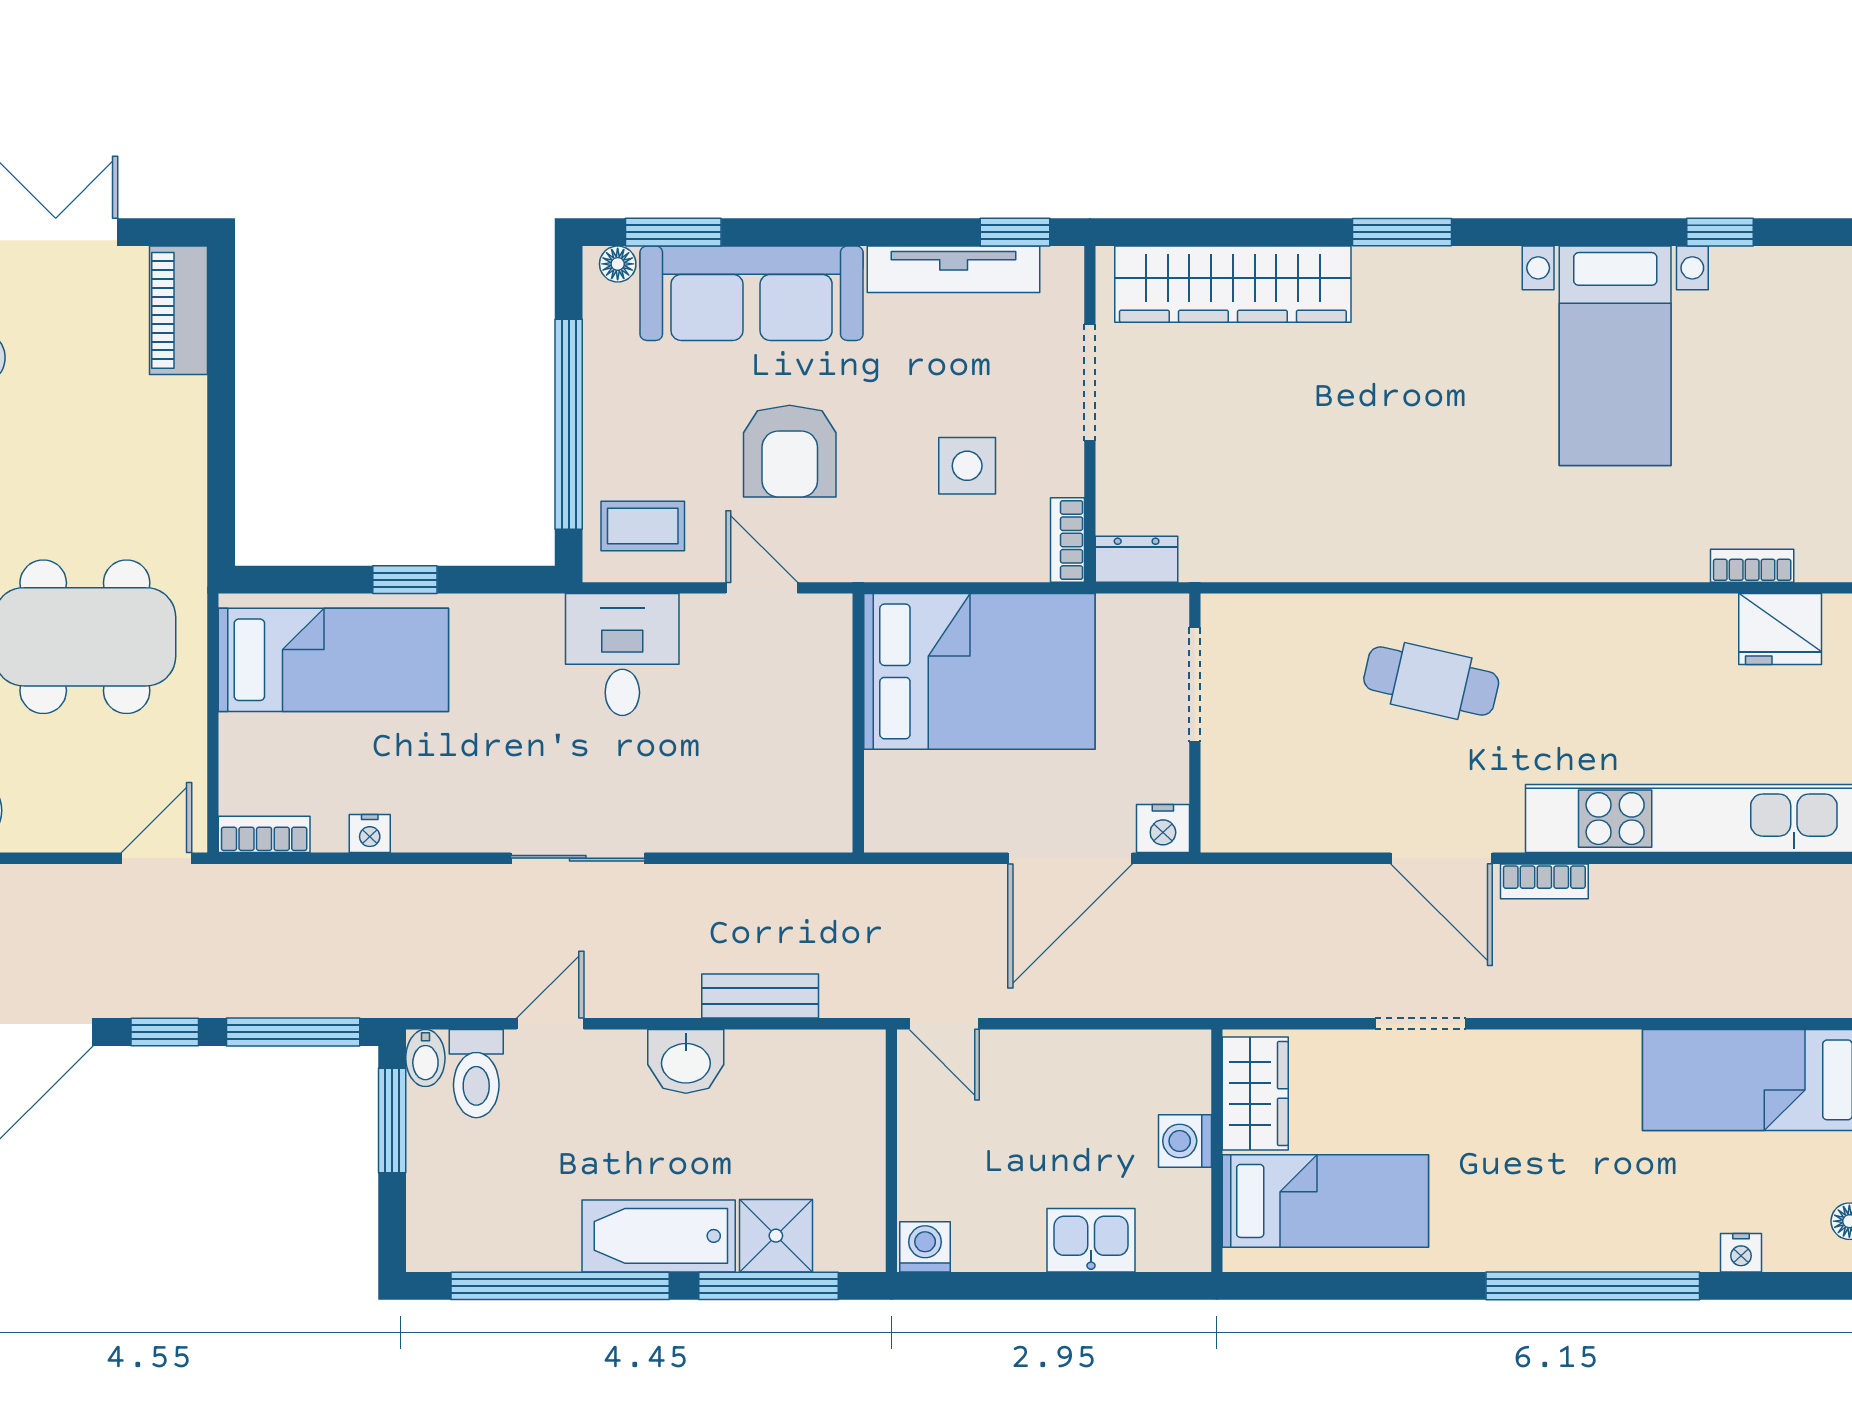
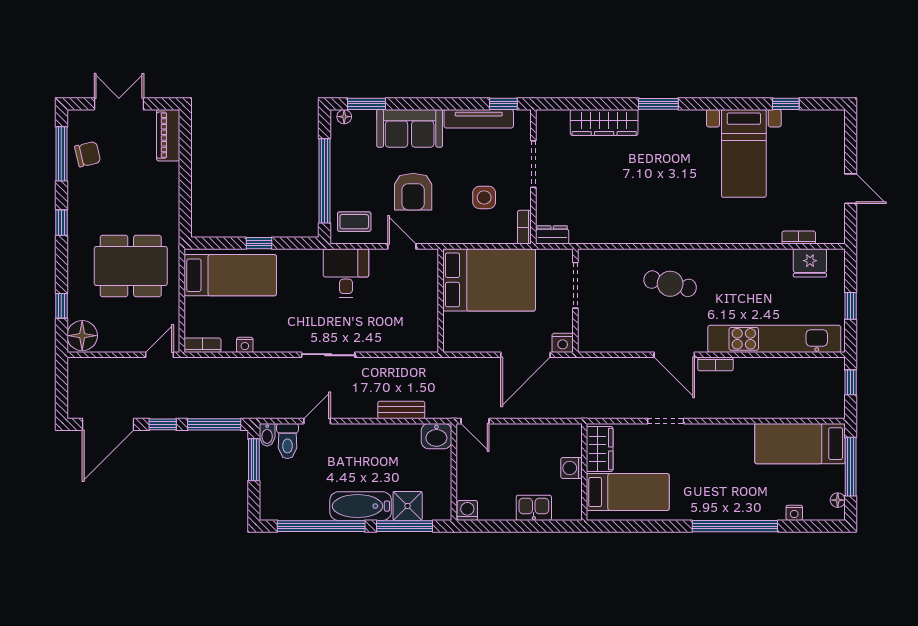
wardrobe: (1233, 284) -> (604, 122), width x0.71, depth x0.85
sofa: (752, 293) -> (410, 128), width x0.73
washbasin: (686, 1061) -> (436, 436), moved

